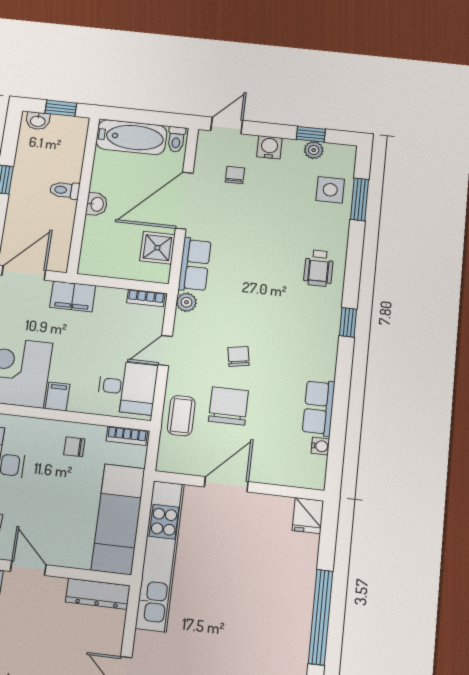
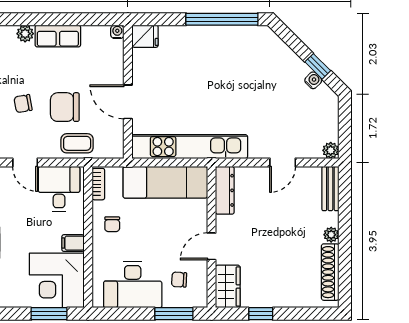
plant: (325, 369) -> (25, 34), added
water cooler: (320, 446) -> (117, 32), moved

